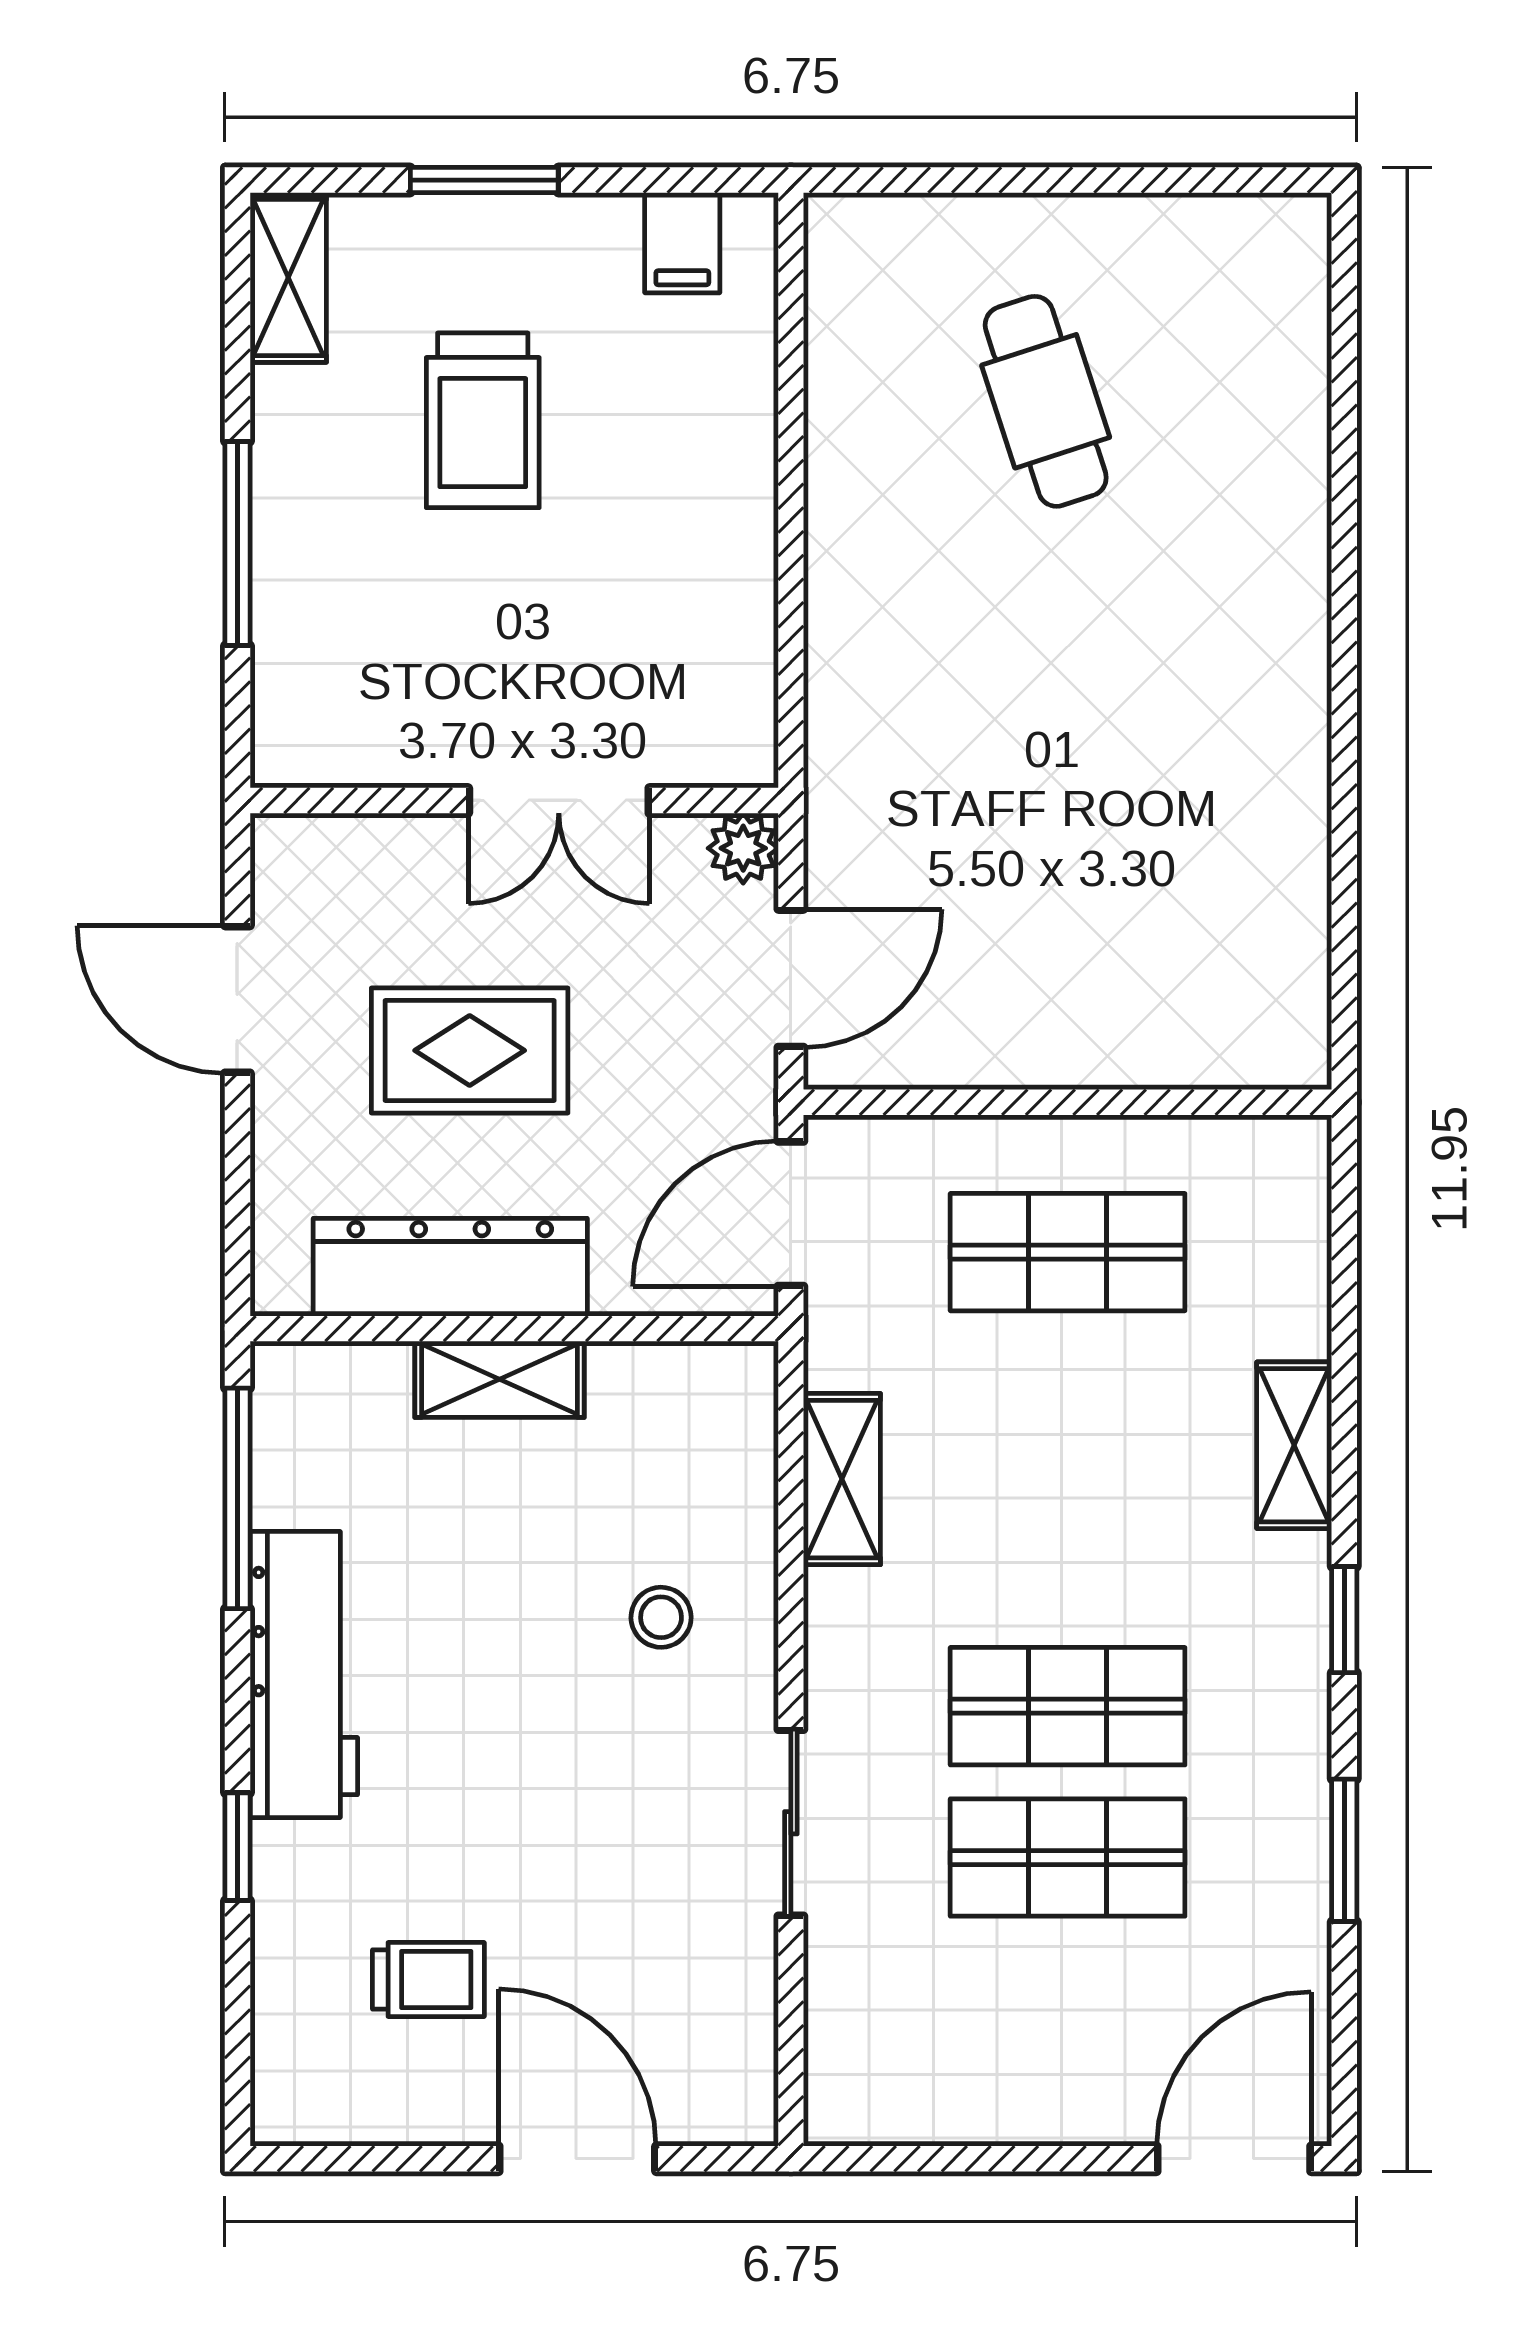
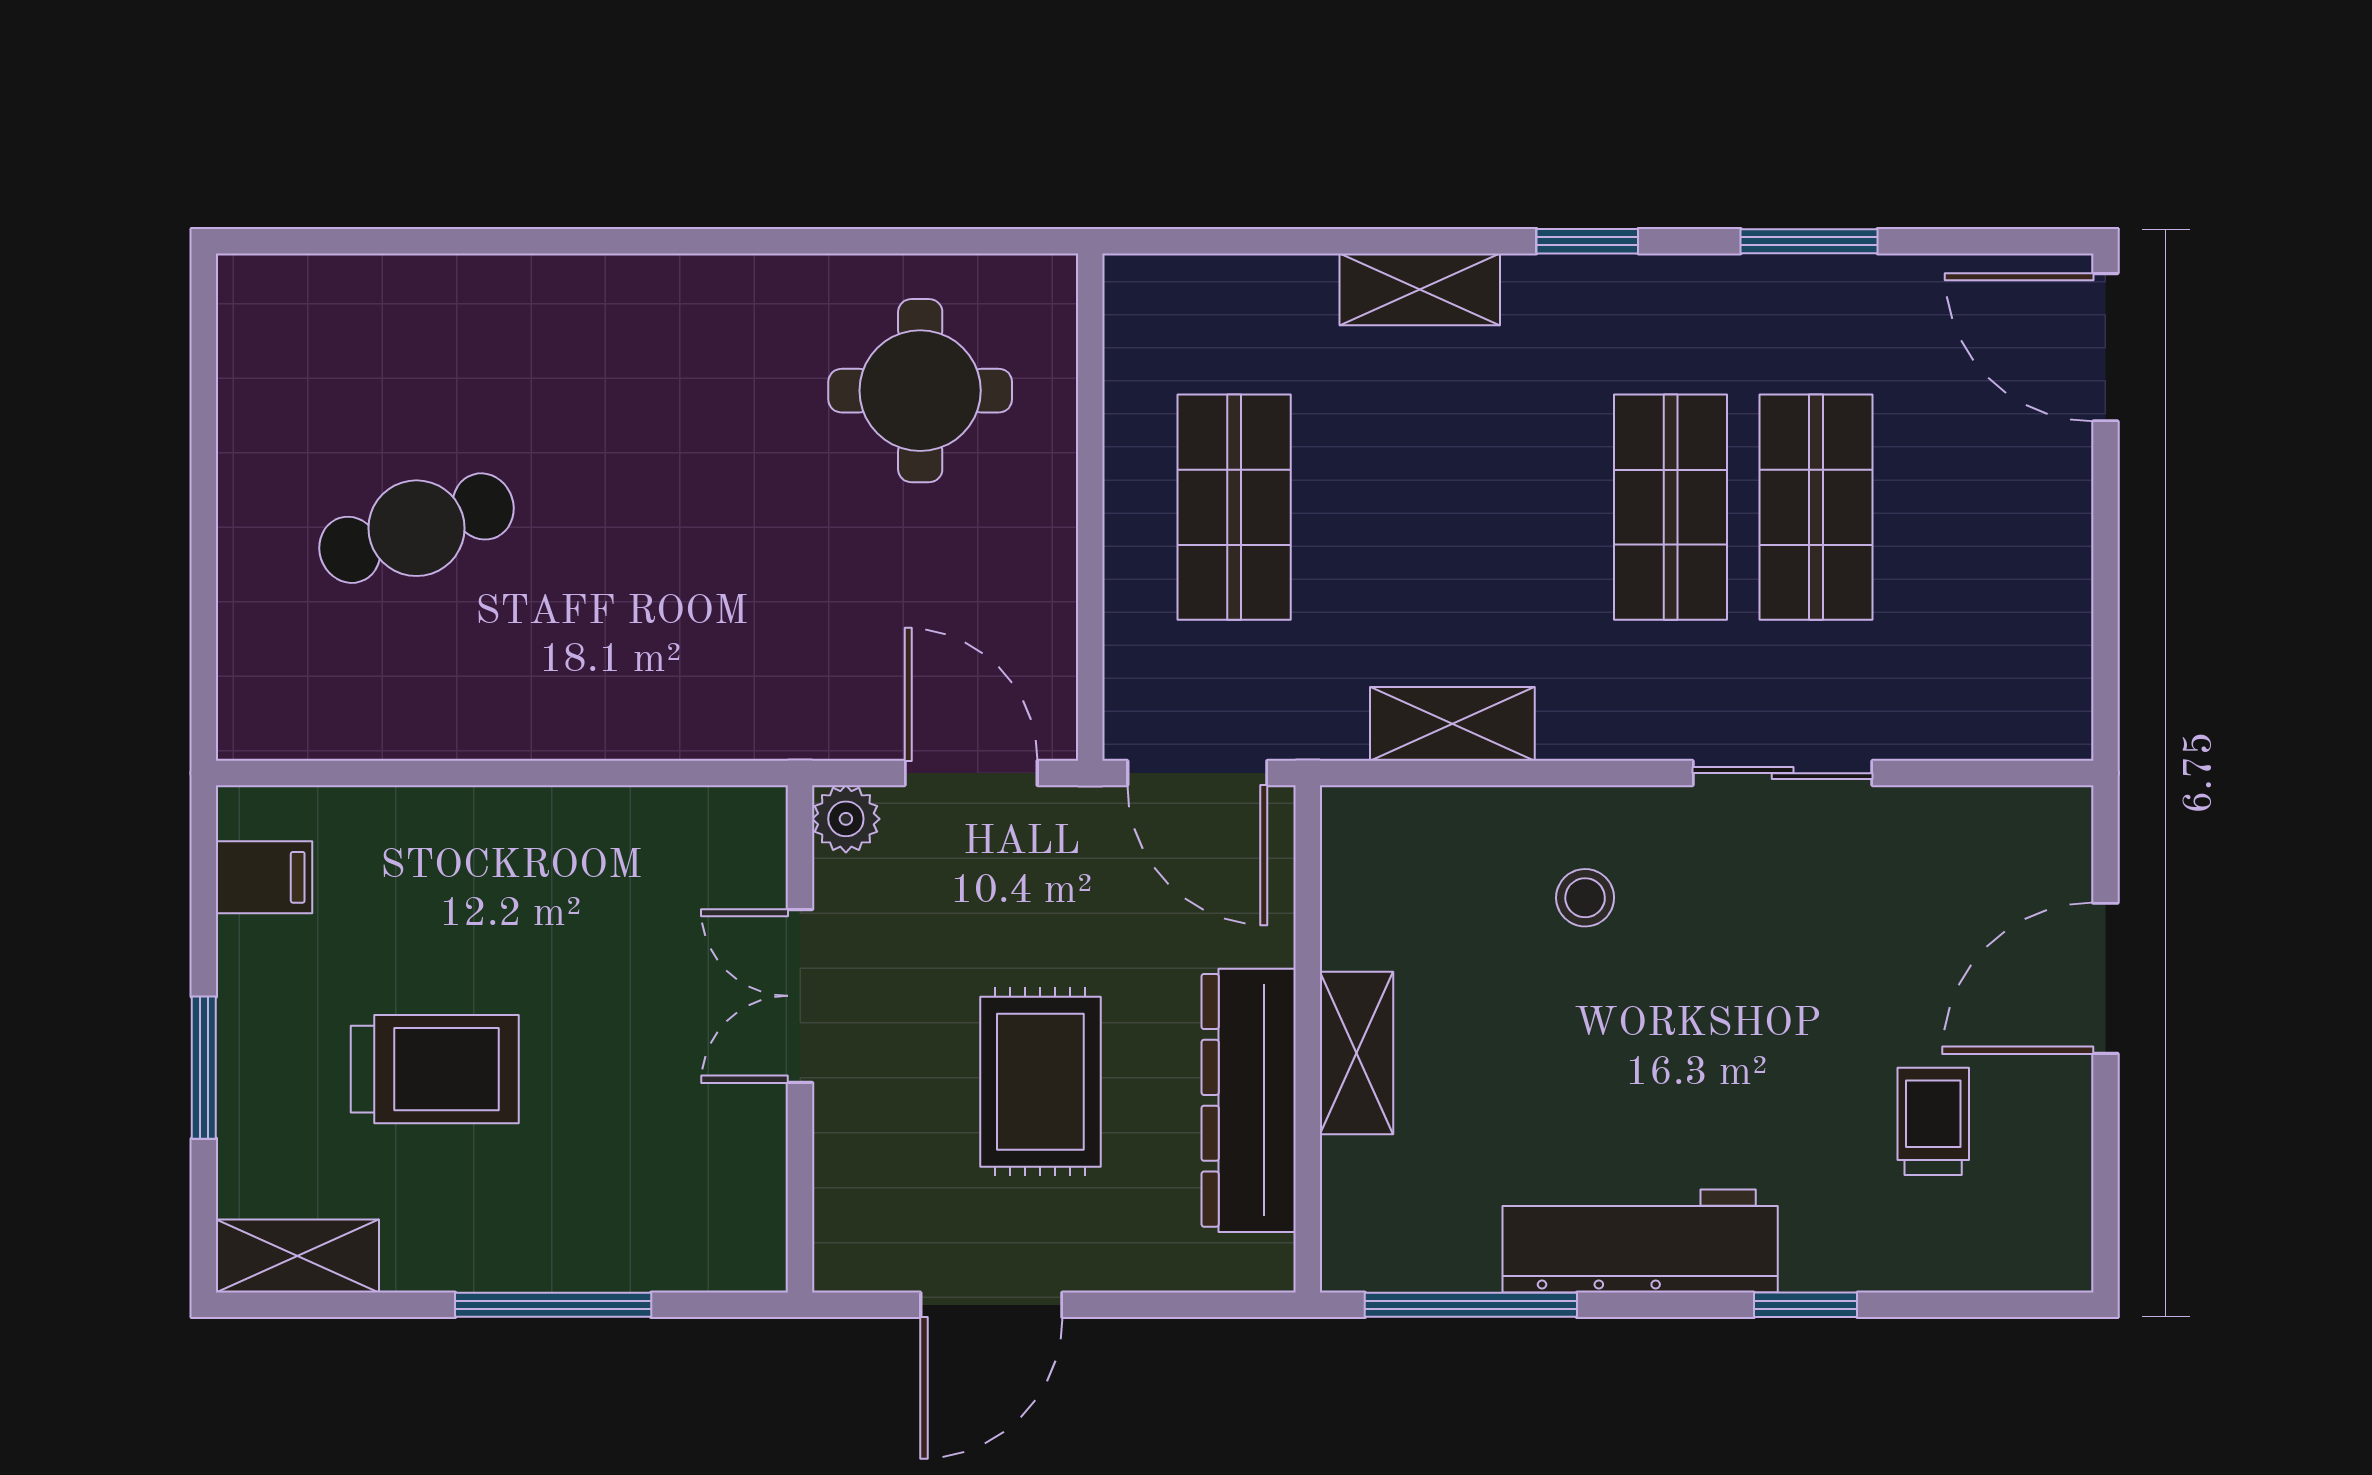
double door: (559, 800) -> (800, 996), swing flipped
round table: (1189, 925) -> (920, 391), added

